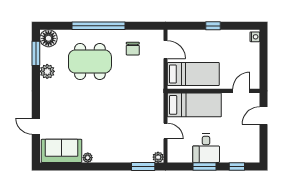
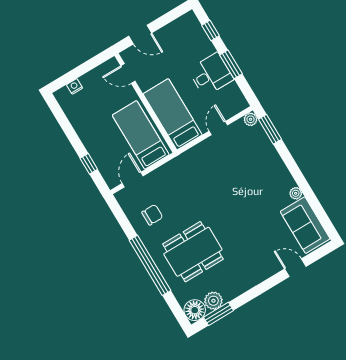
window: (213, 26) -> (89, 164), moved
nightstand: (255, 37) -> (75, 86), moved
dining table: (90, 62) -> (193, 252), turned 90
plant: (47, 71) -> (213, 301), moved
door: (36, 126) -> (295, 268), swing flipped

